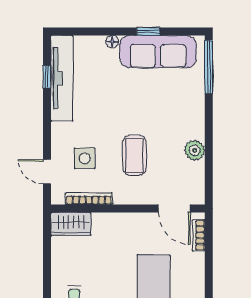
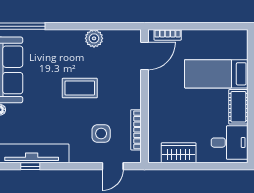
coffee table: (134, 155) -> (80, 88), moved
wardrobe: (71, 224) -> (179, 153), moved, turned -90

